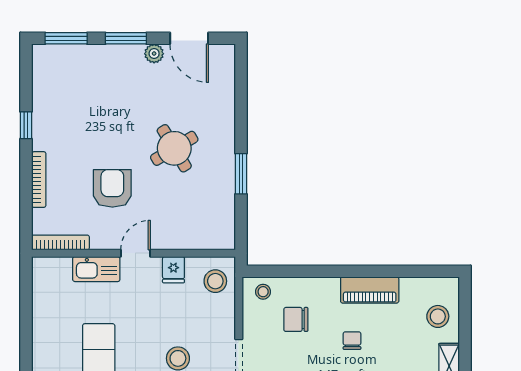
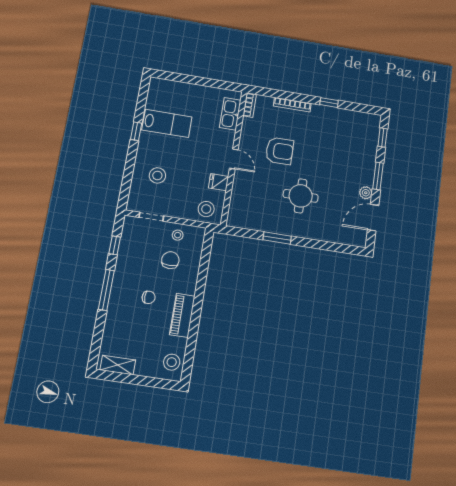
window: (66, 38) -> (383, 137), width x0.67
round table: (174, 148) -> (301, 196), turned 31
bookcase: (60, 242) -> (250, 105), width x0.64
kitchen sink: (96, 269) -> (230, 114), moved
stool: (263, 292) -> (178, 235), moved
stool: (438, 316) -> (172, 362), moved

